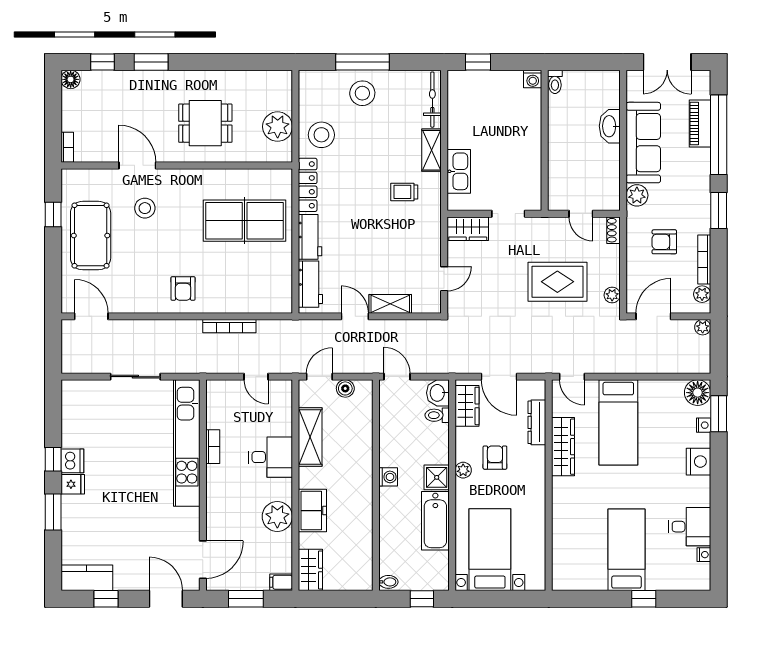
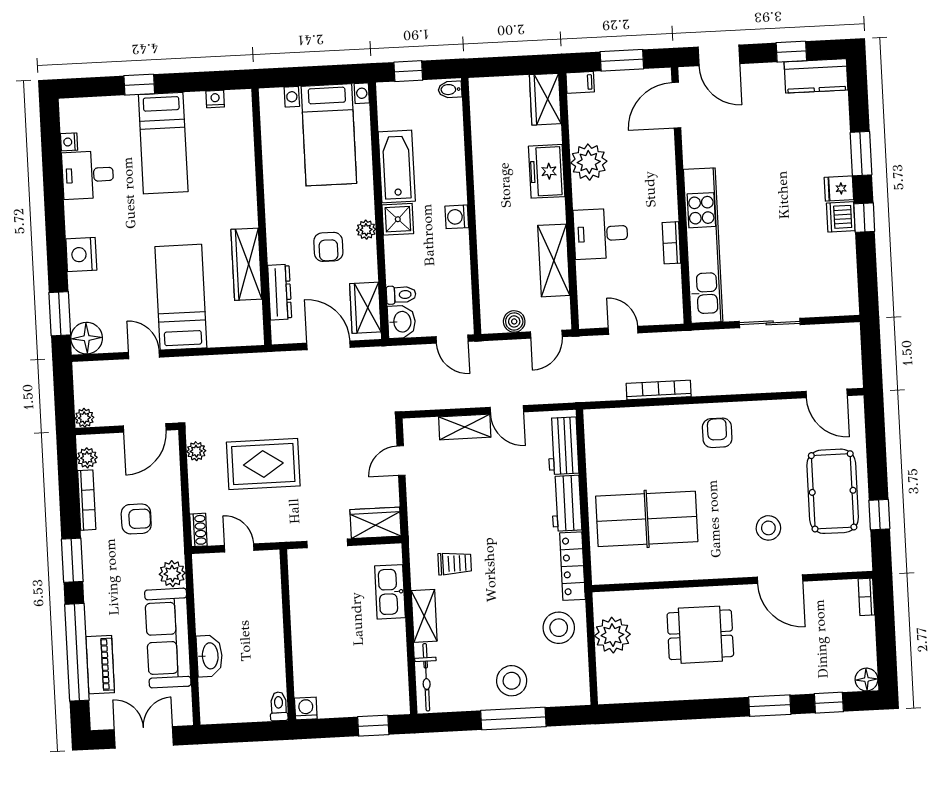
door: (572, 377) -> (144, 355), moved
nightstand: (704, 425) -> (215, 99), moved, turned 90

